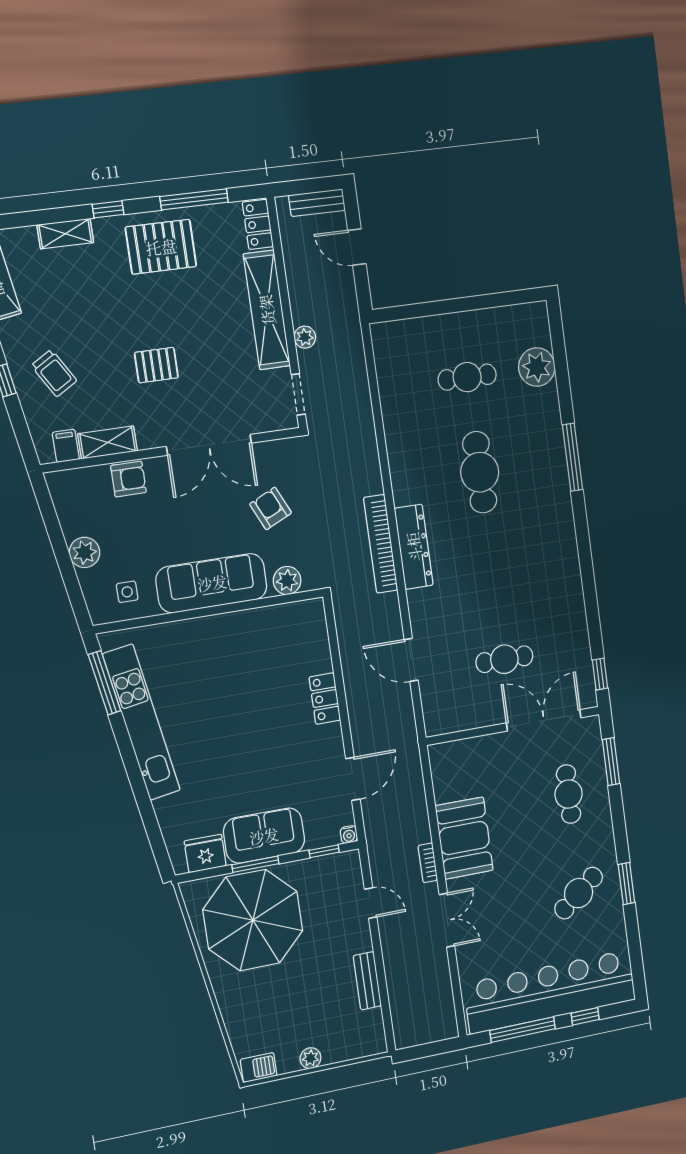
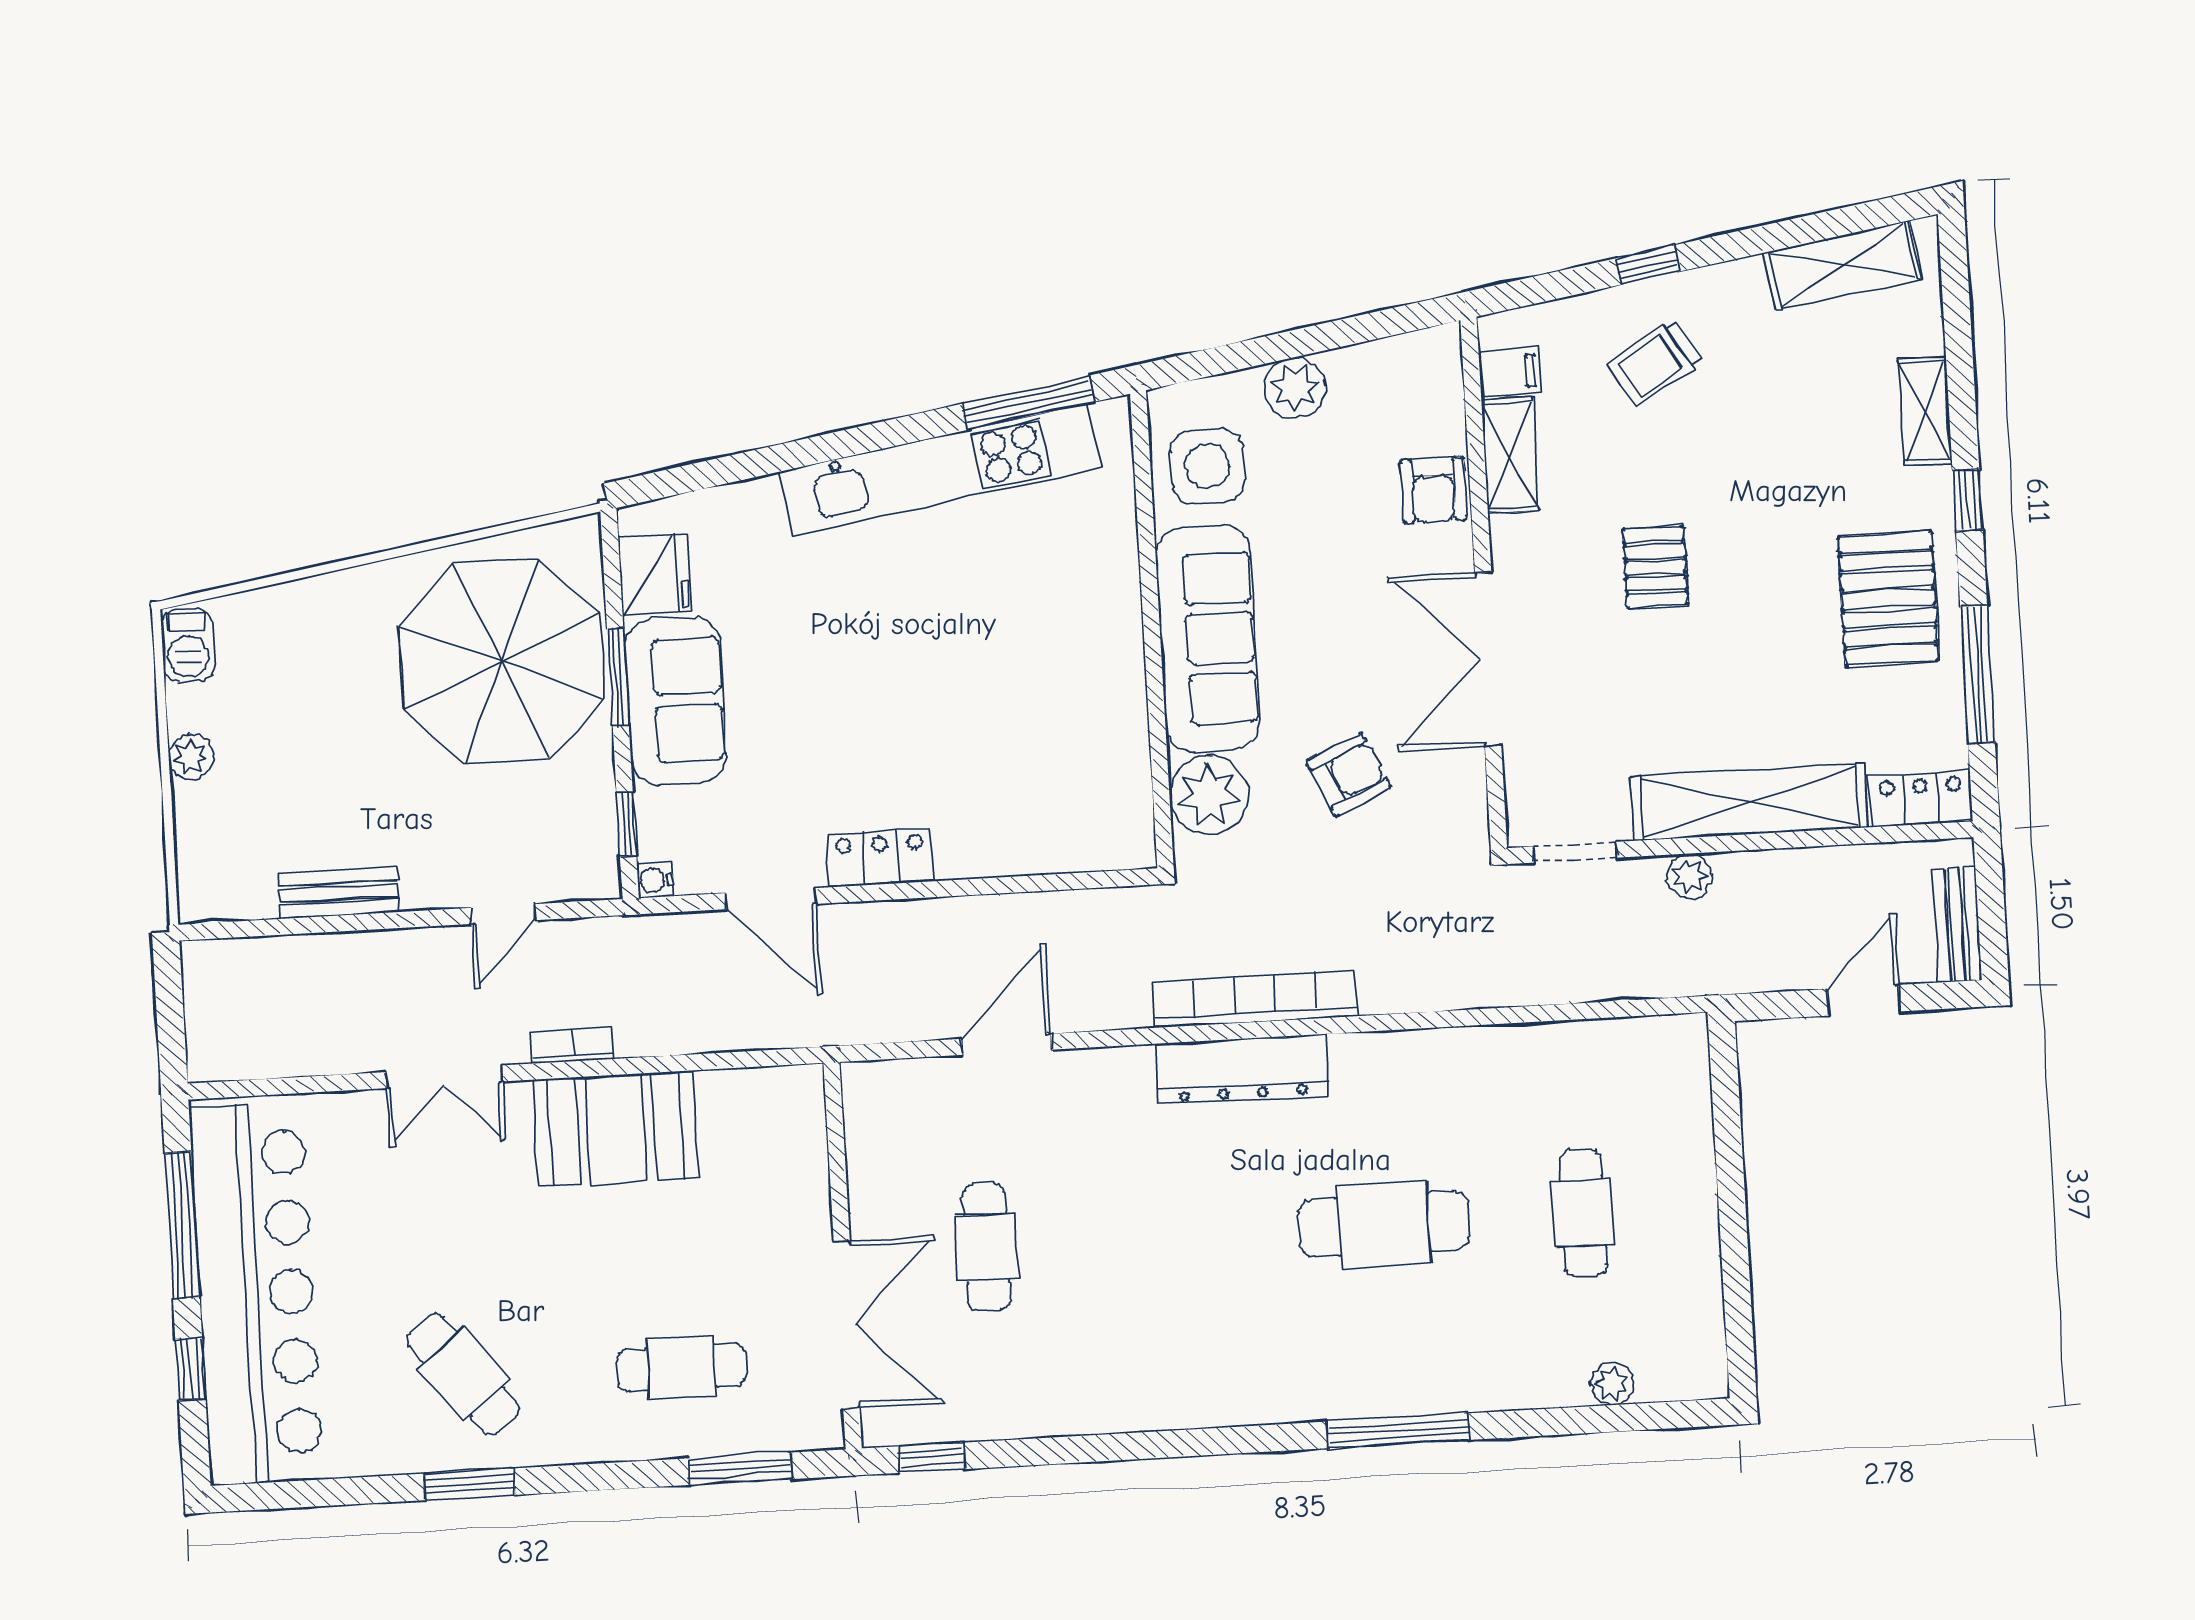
plant: (537, 367) -> (1612, 1384), width x0.53, depth x0.53
plant: (287, 580) -> (1209, 795), width x1.36, depth x1.36
side table: (127, 592) -> (1208, 466), width x1.87, depth x1.87
locker: (325, 699) -> (880, 857), moved

